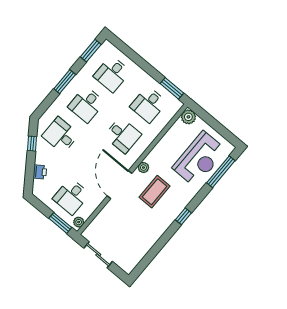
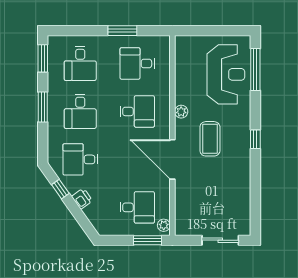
window: (172, 88) -> (122, 31), moved
desk: (148, 104) -> (137, 63), turned 90
plant: (188, 117) -> (183, 44), removed
plant: (143, 168) -> (181, 112), moved
printer: (40, 172) -> (82, 199), moved
desk: (71, 196) -> (137, 207), turned -90
sliding door: (98, 255) -> (220, 240), moved

